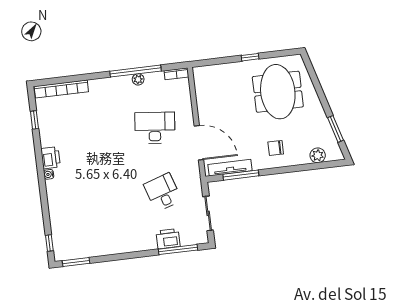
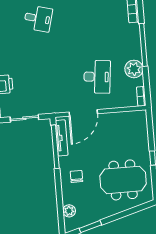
window: (135, 71) -> (143, 45), moved
plant: (138, 79) -> (134, 69), width x1.88, depth x1.88
window: (241, 175) -> (55, 147), width x1.46
desk: (163, 192) -> (38, 18), moved, turned 33

